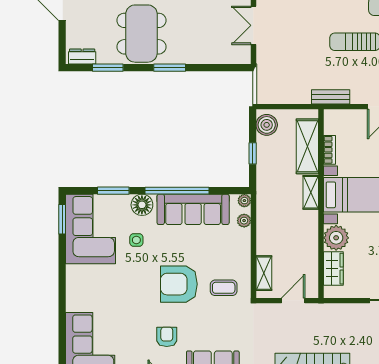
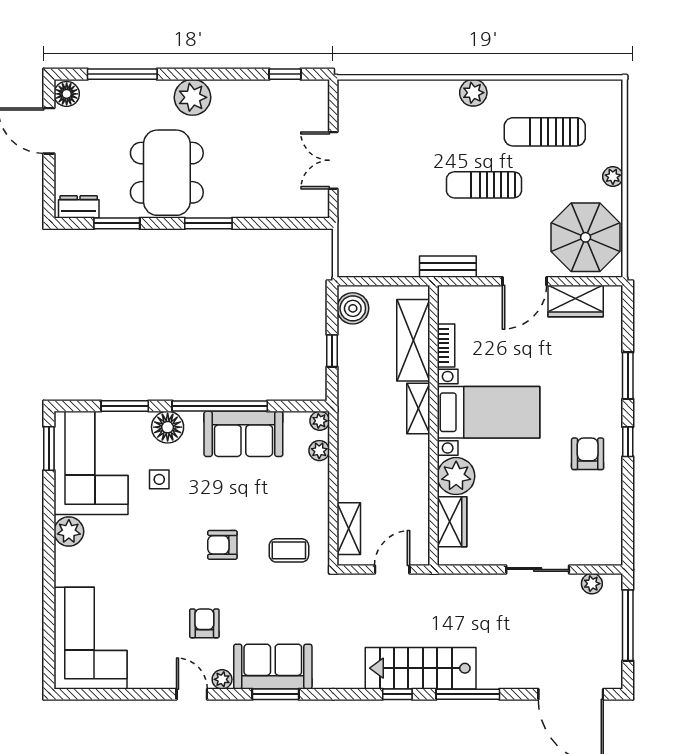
sofa: (193, 209) -> (243, 434), width x0.73
plant: (75, 275) -> (69, 532), added
armchair: (179, 284) -> (222, 545), width x0.53, depth x0.53

